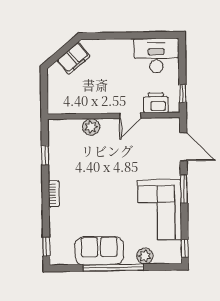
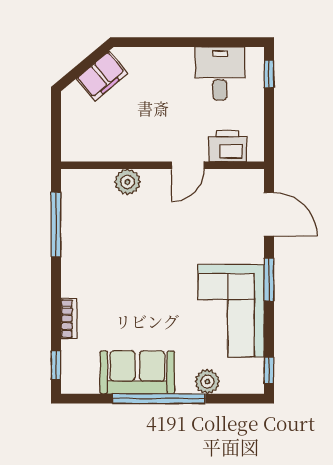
desk: (156, 56) -> (220, 73), width x0.73
window: (183, 94) -> (269, 74), moved
window: (45, 155) -> (56, 224), width x2.17
bookcase: (54, 194) -> (69, 319), moved

